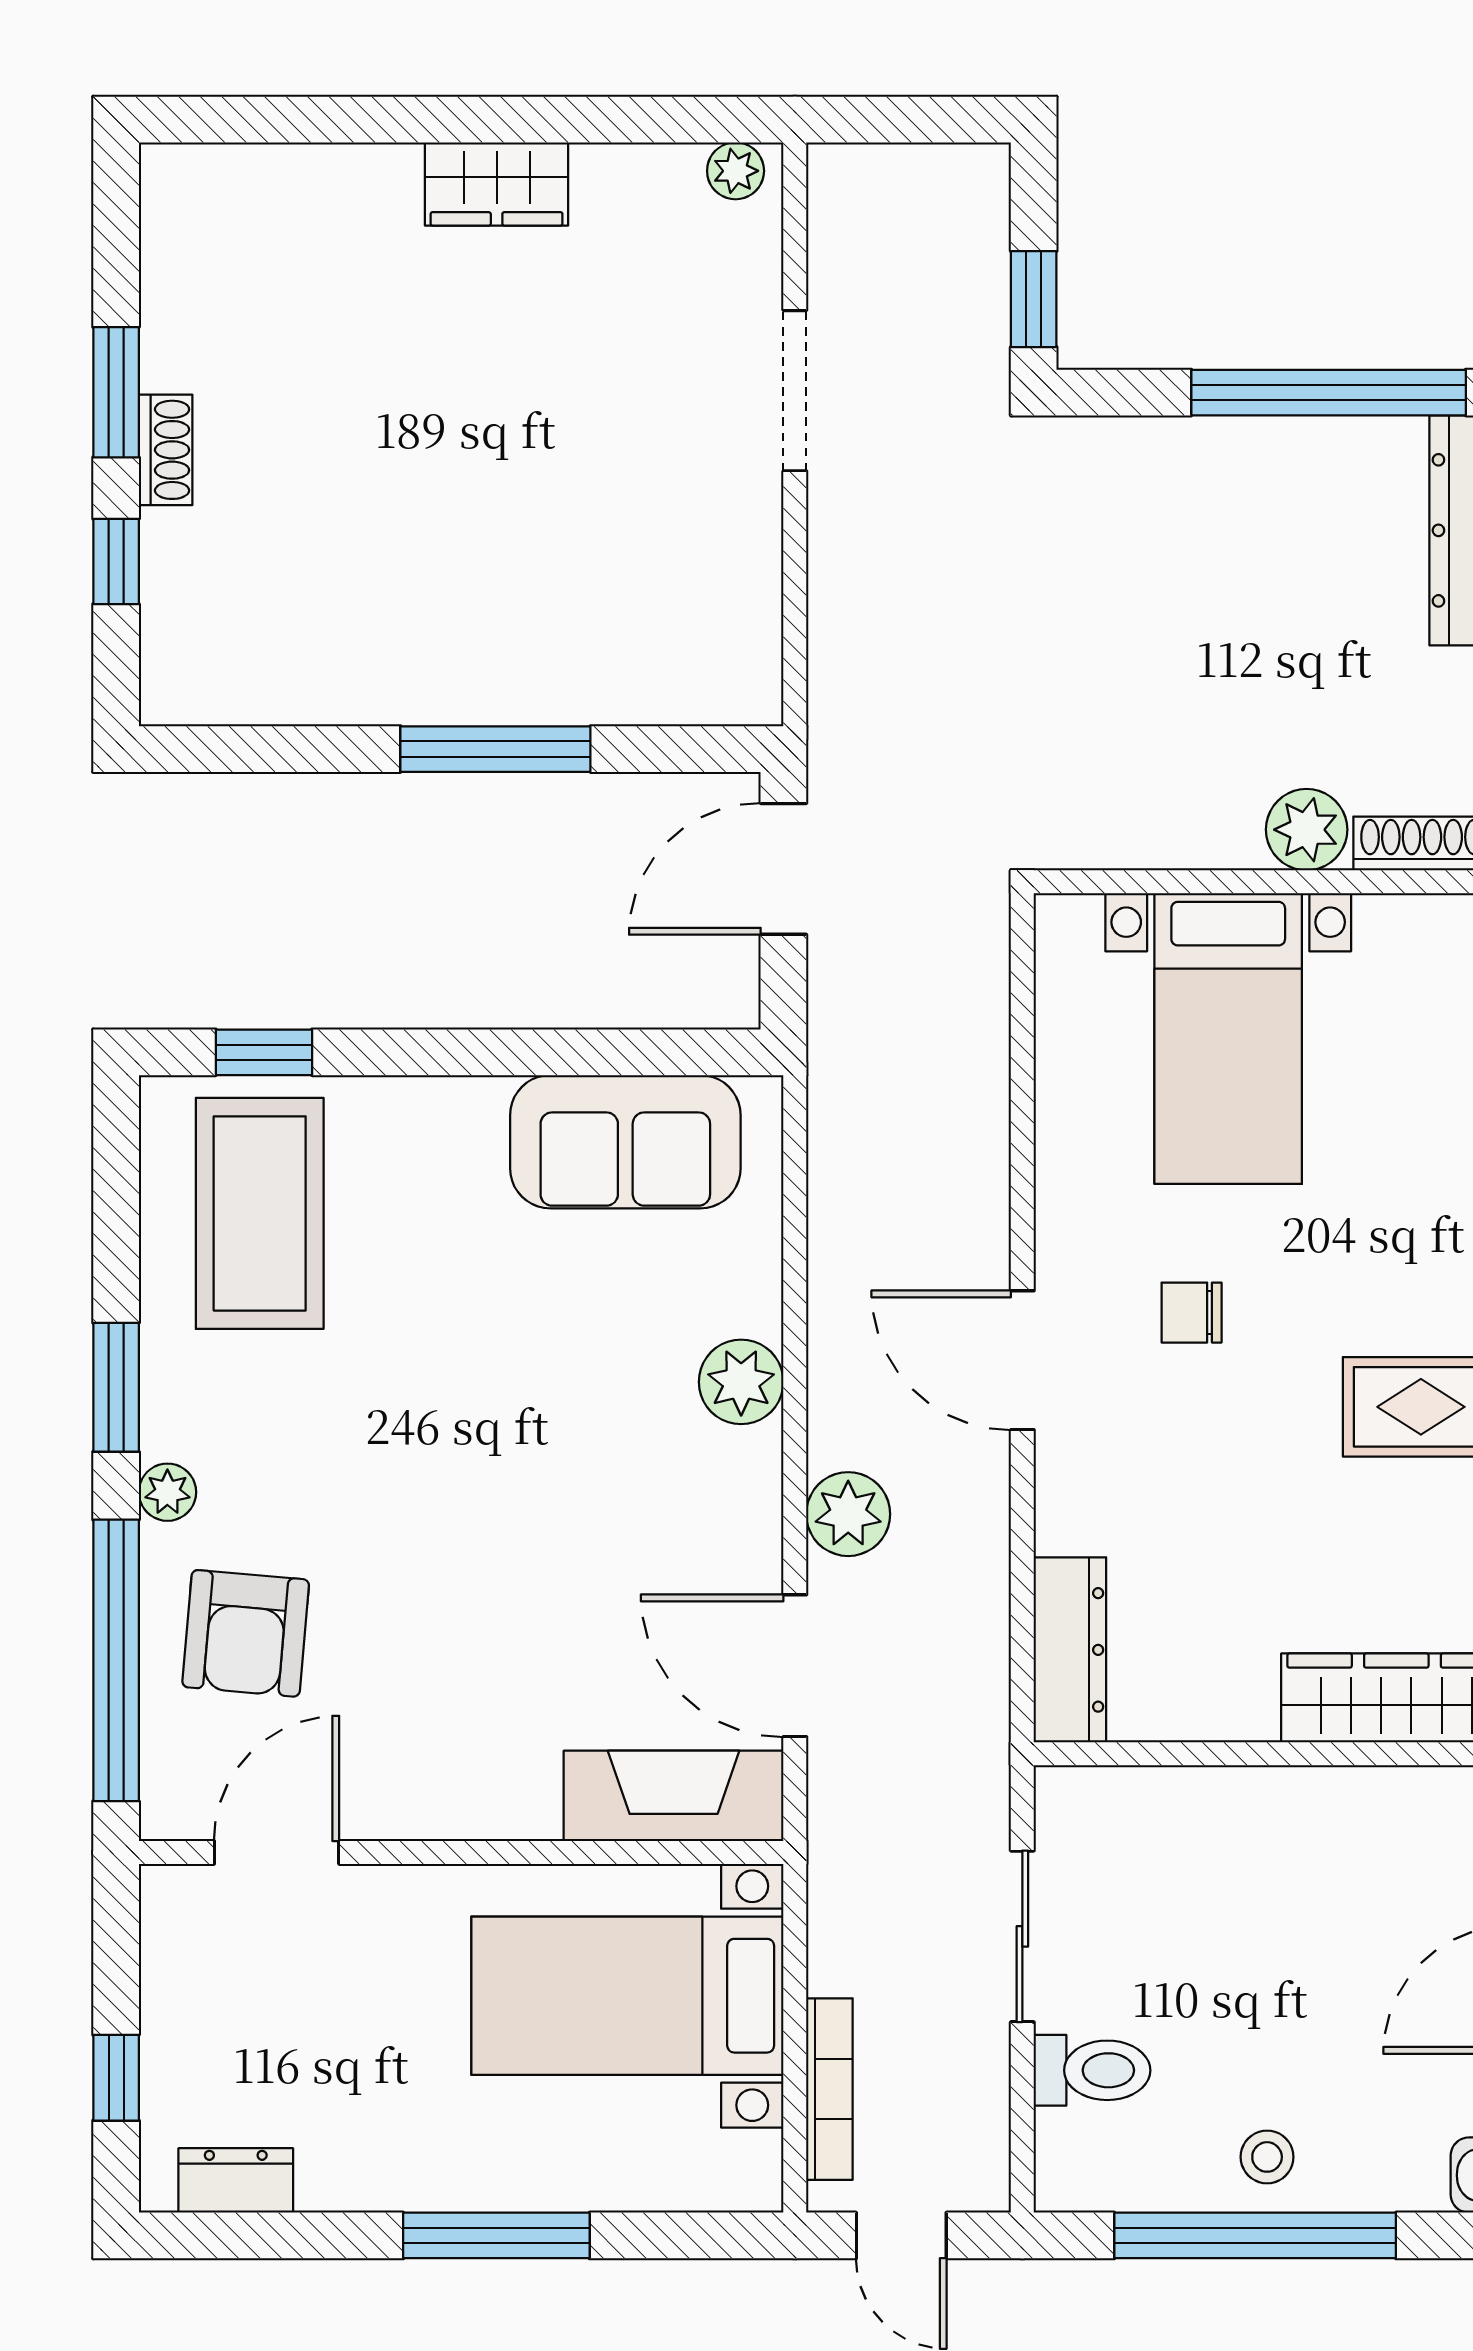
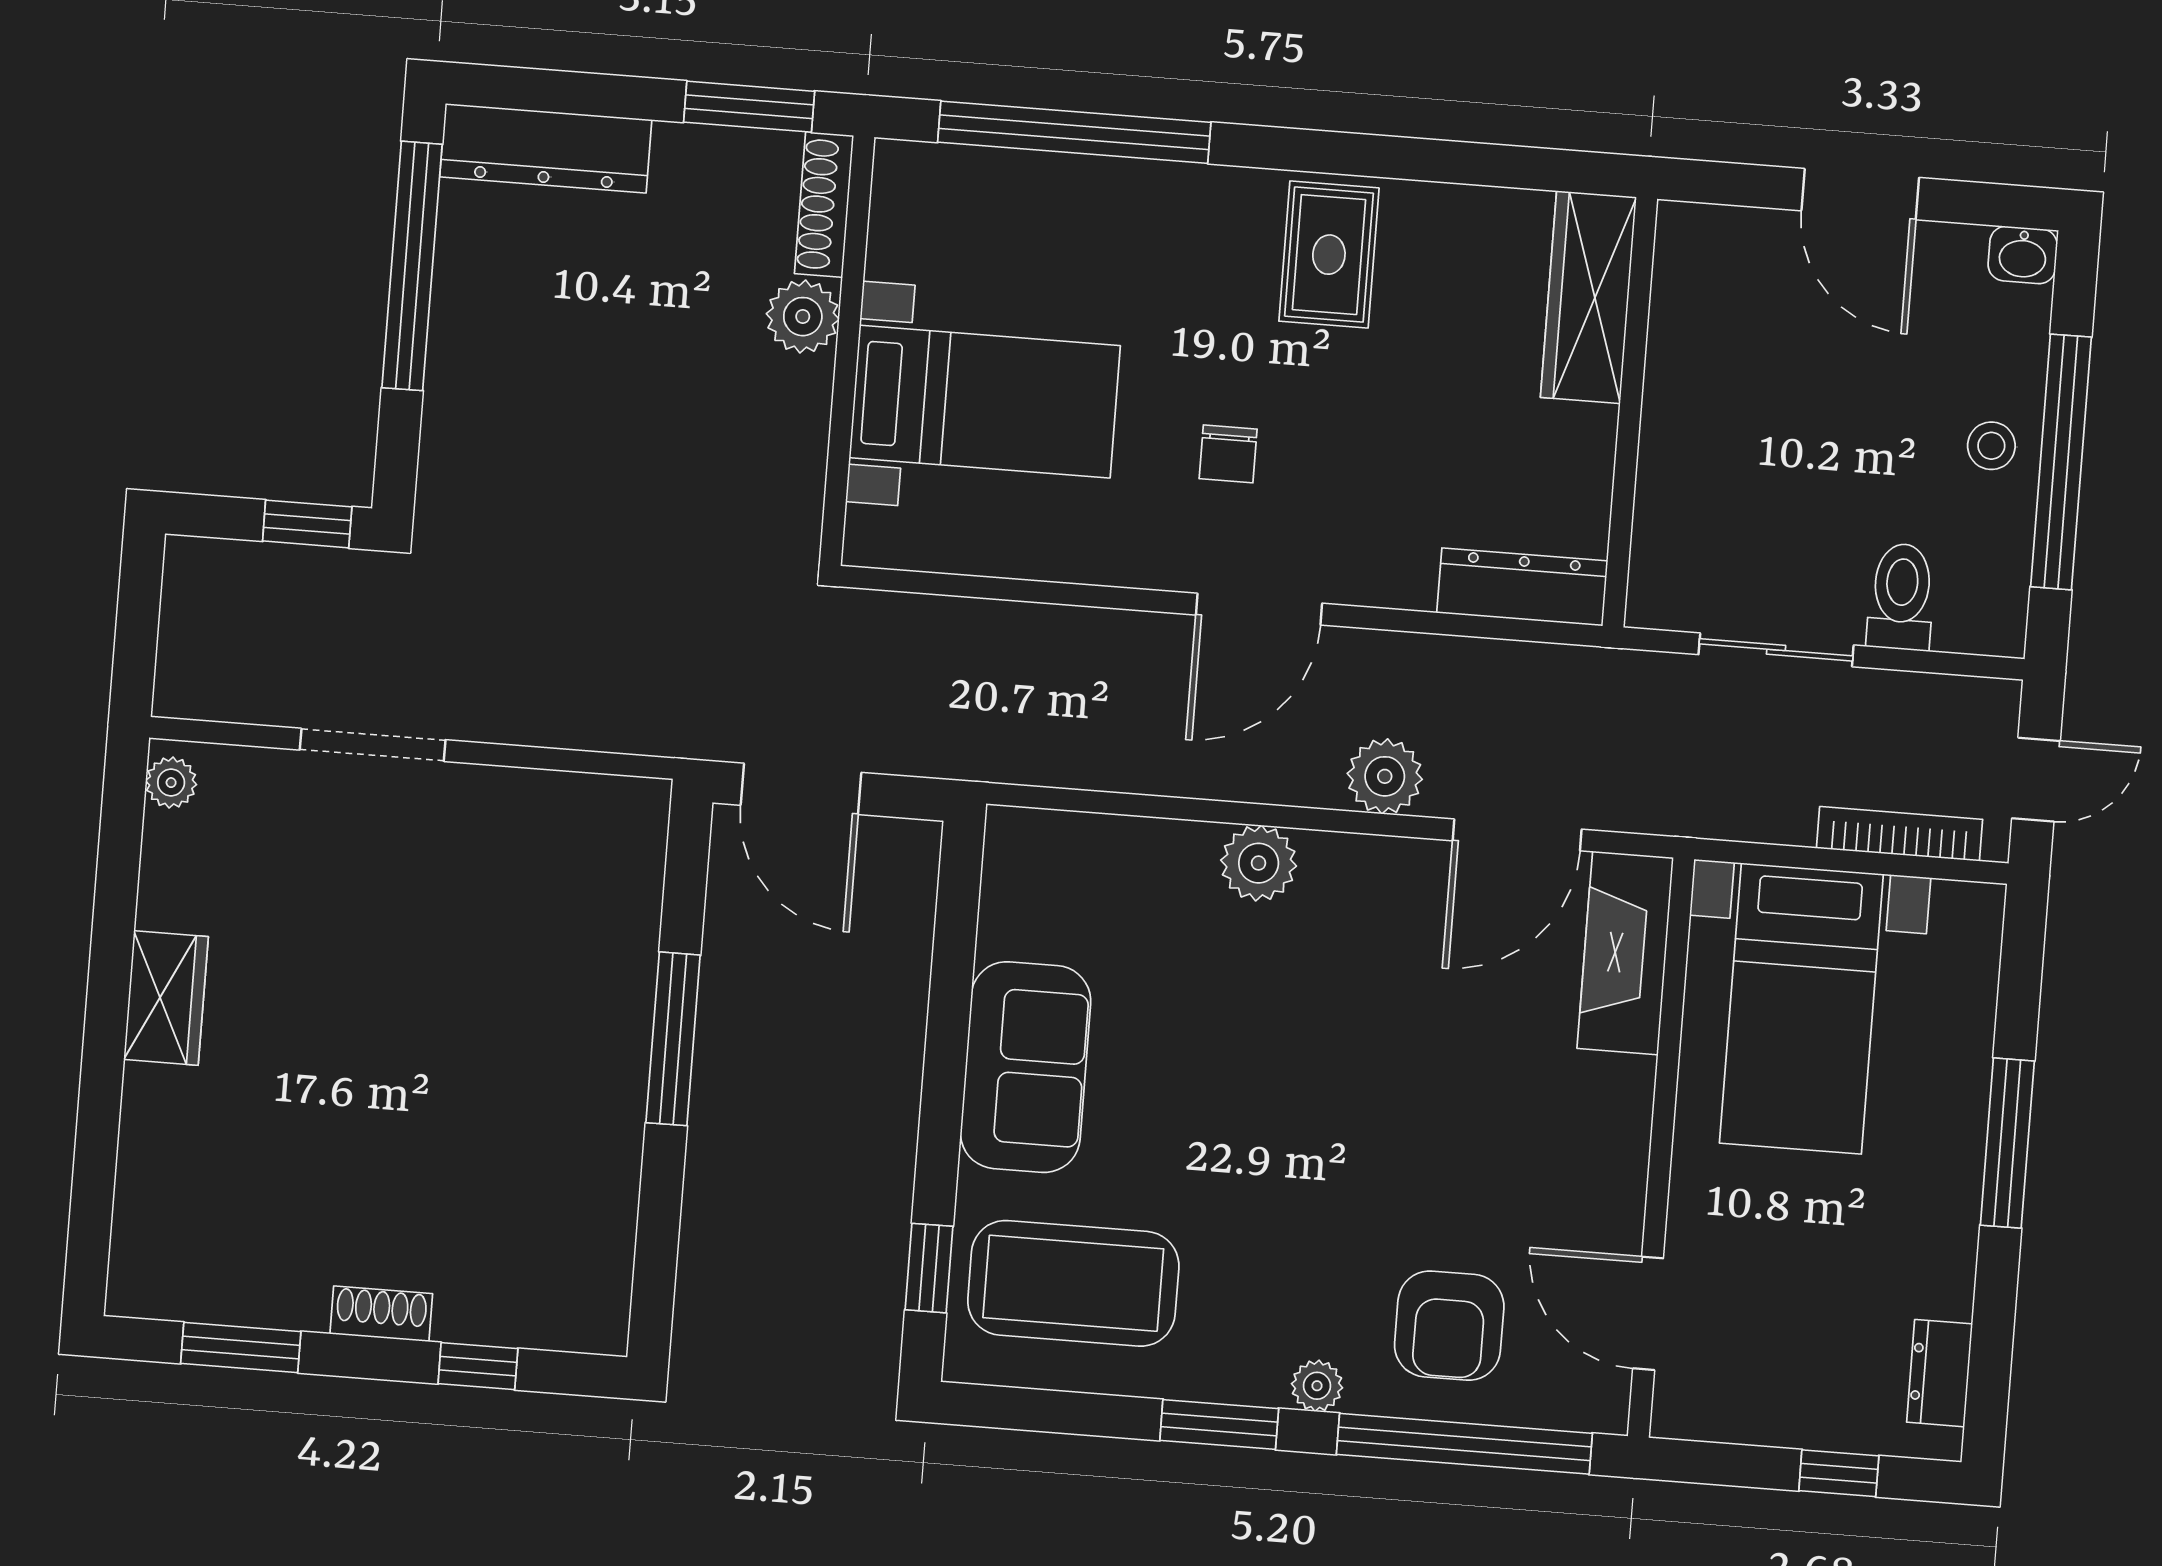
window: (116, 392) -> (241, 1347), moved
sofa: (625, 1142) -> (1026, 1067), moved
armchair: (246, 1633) -> (1449, 1326), turned 85

